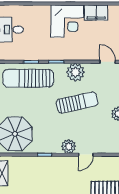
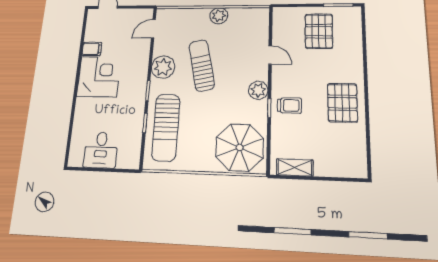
filing cabinet: (96, 13) -> (92, 49), width x0.50
plant: (69, 146) -> (258, 90), moved
trolley: (47, 169) -> (289, 105), added

